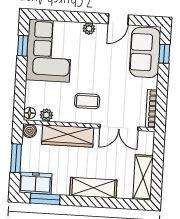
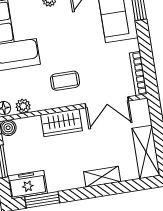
wardrobe: (68, 136) -> (61, 123), width x0.67
shelving: (93, 188) -> (102, 177), width x0.67, depth x0.75

